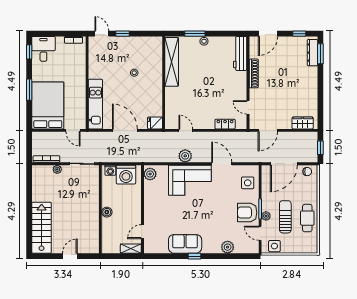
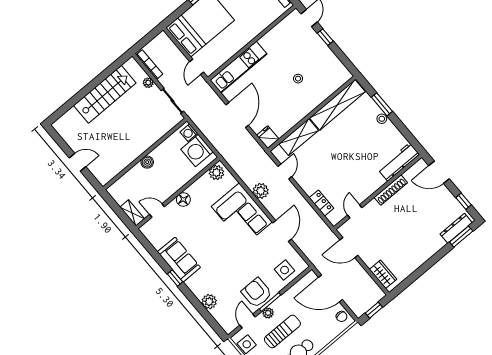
shelving: (171, 103) -> (299, 137), added
floor lamp: (150, 209) -> (183, 200), added
stairs: (42, 228) -> (105, 94), moved

